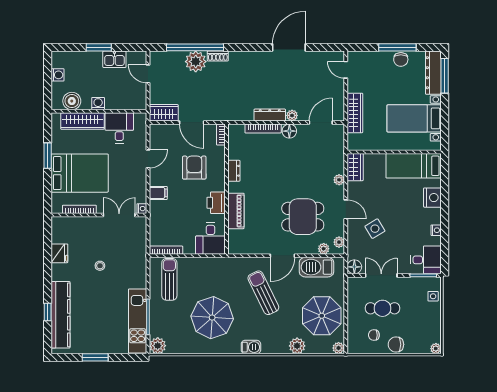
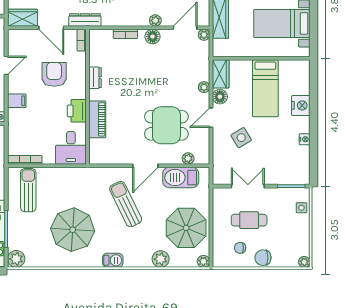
dresser: (270, 115) -> (85, 20), moved
bookcase: (263, 129) -> (125, 34), width x0.64
bed: (414, 166) -> (265, 88), moved, turned -90
door: (346, 209) -> (211, 118), swing flipped
plant: (339, 242) -> (204, 35), moved
desk: (426, 260) -> (294, 170), removed
floor lamp: (354, 267) -> (220, 97), moved

